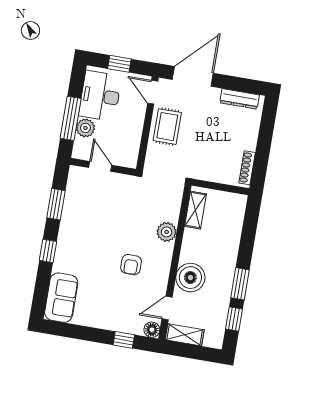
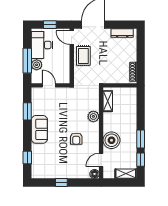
window: (48, 251) -> (27, 158), moved
sofa: (61, 298) -> (39, 129), moved
shelving: (185, 335) -> (126, 174), moved
window: (124, 340) -> (61, 183), moved

